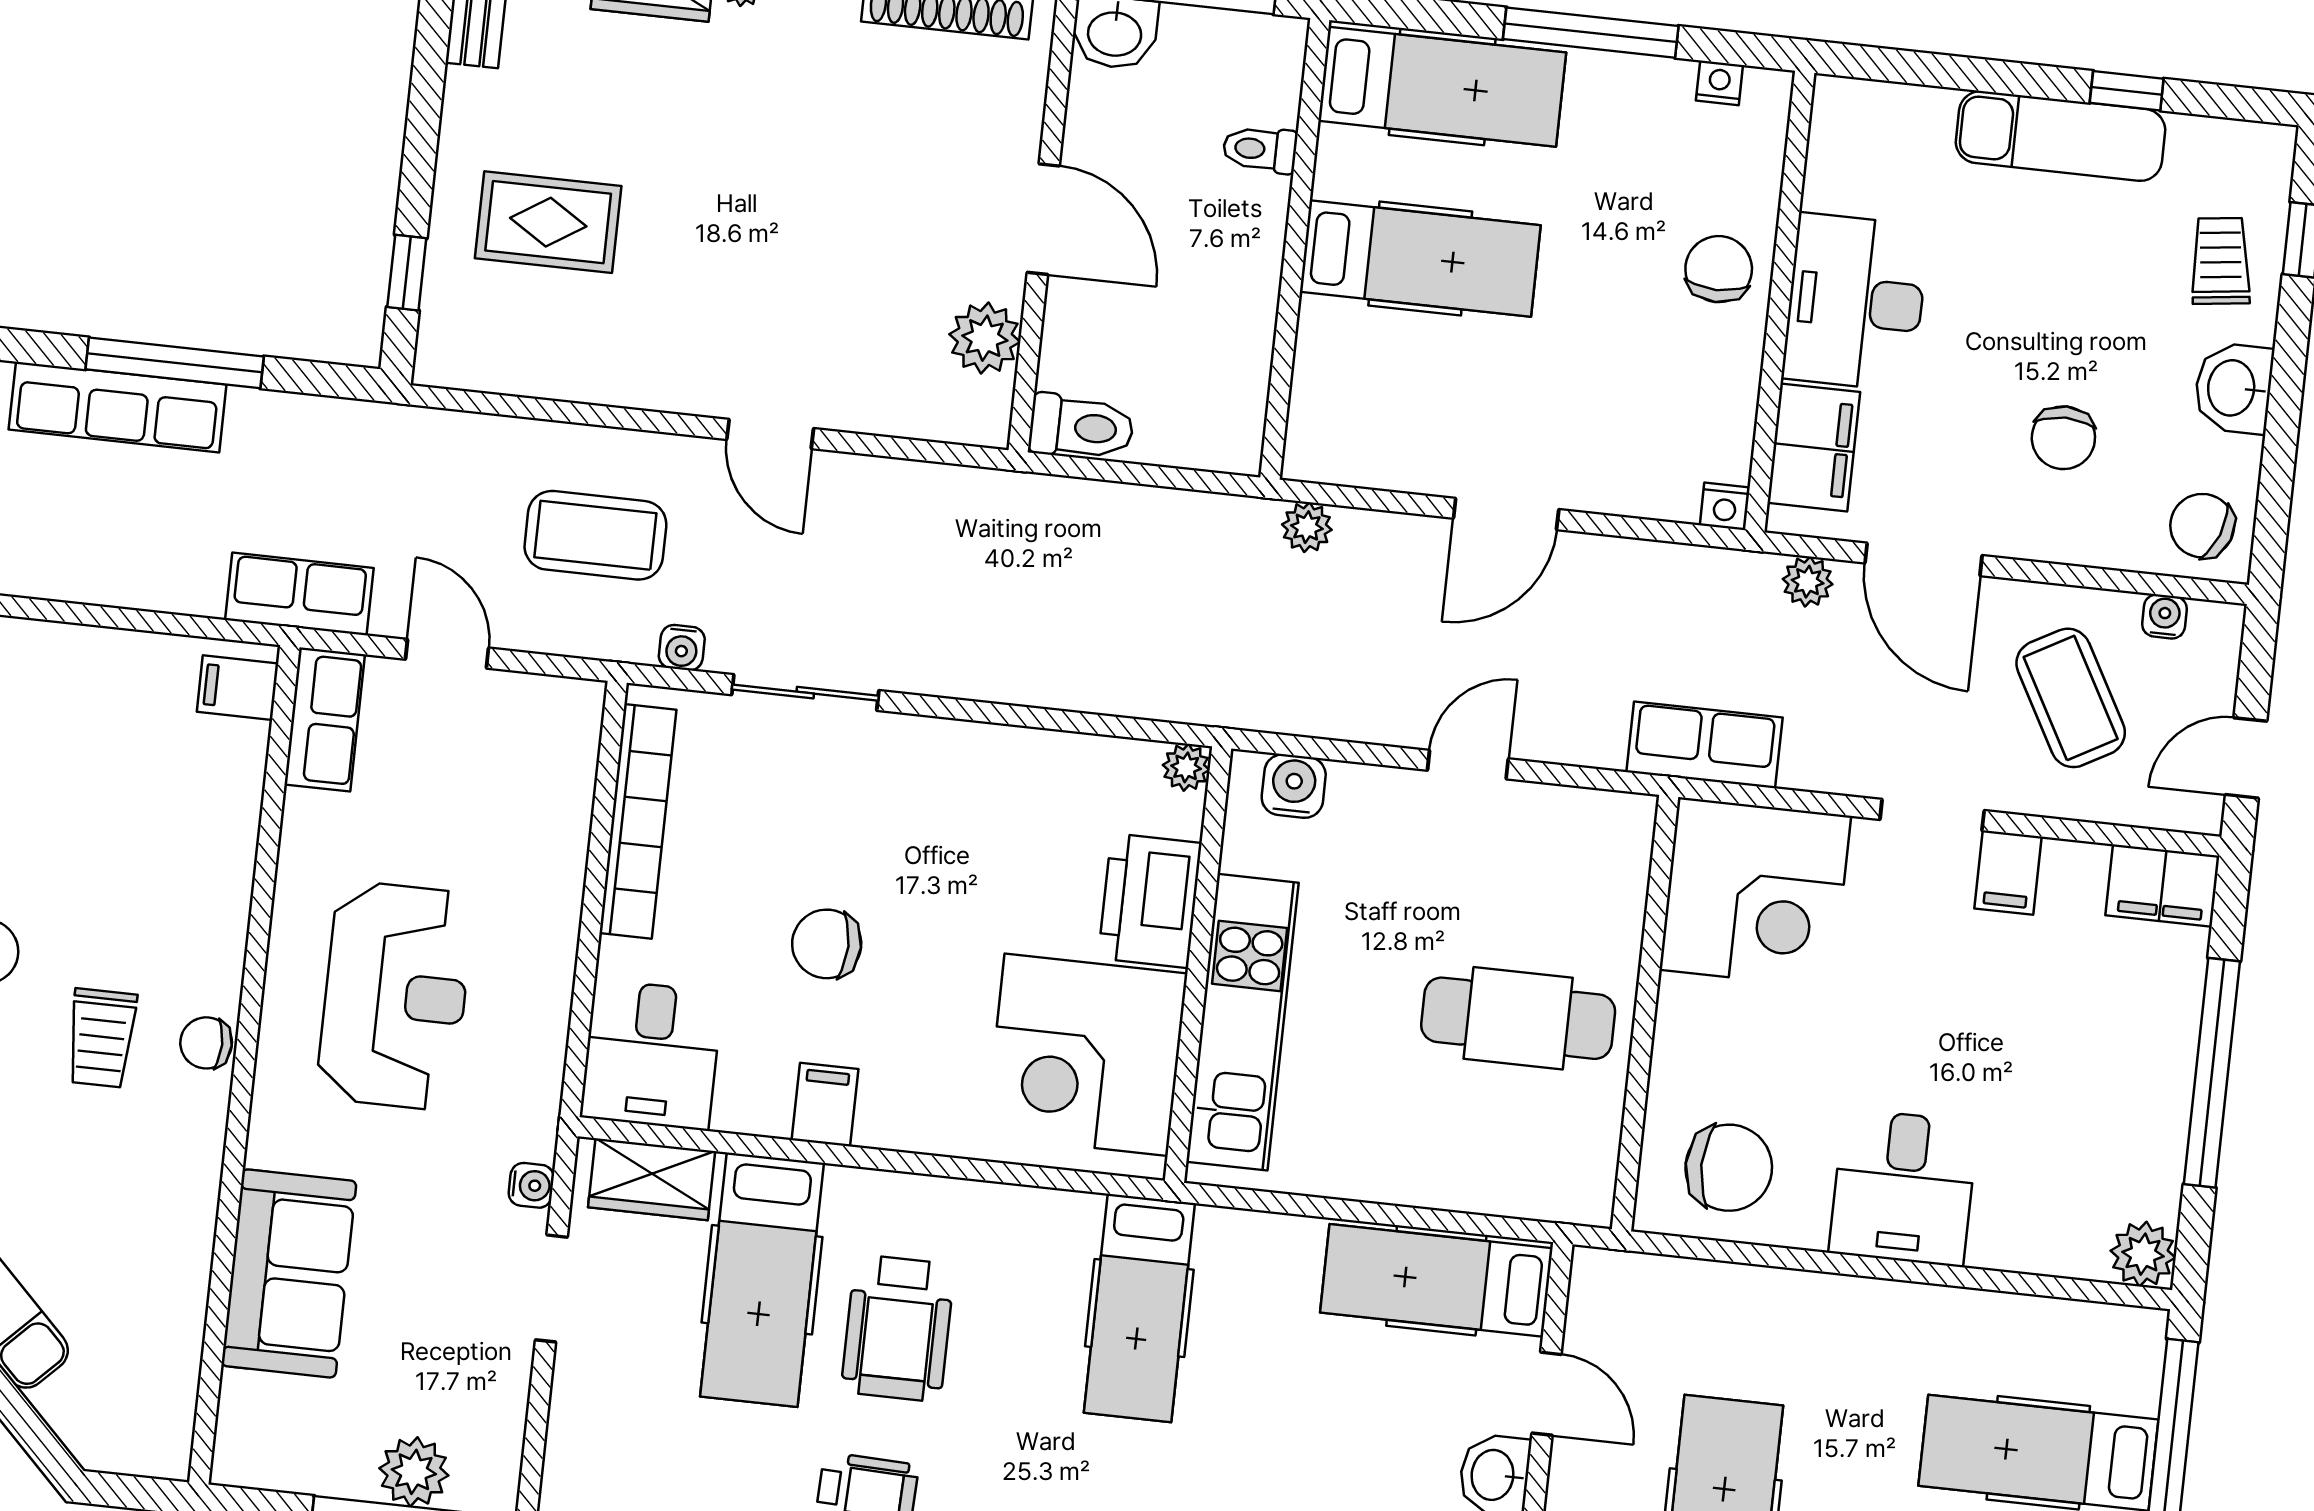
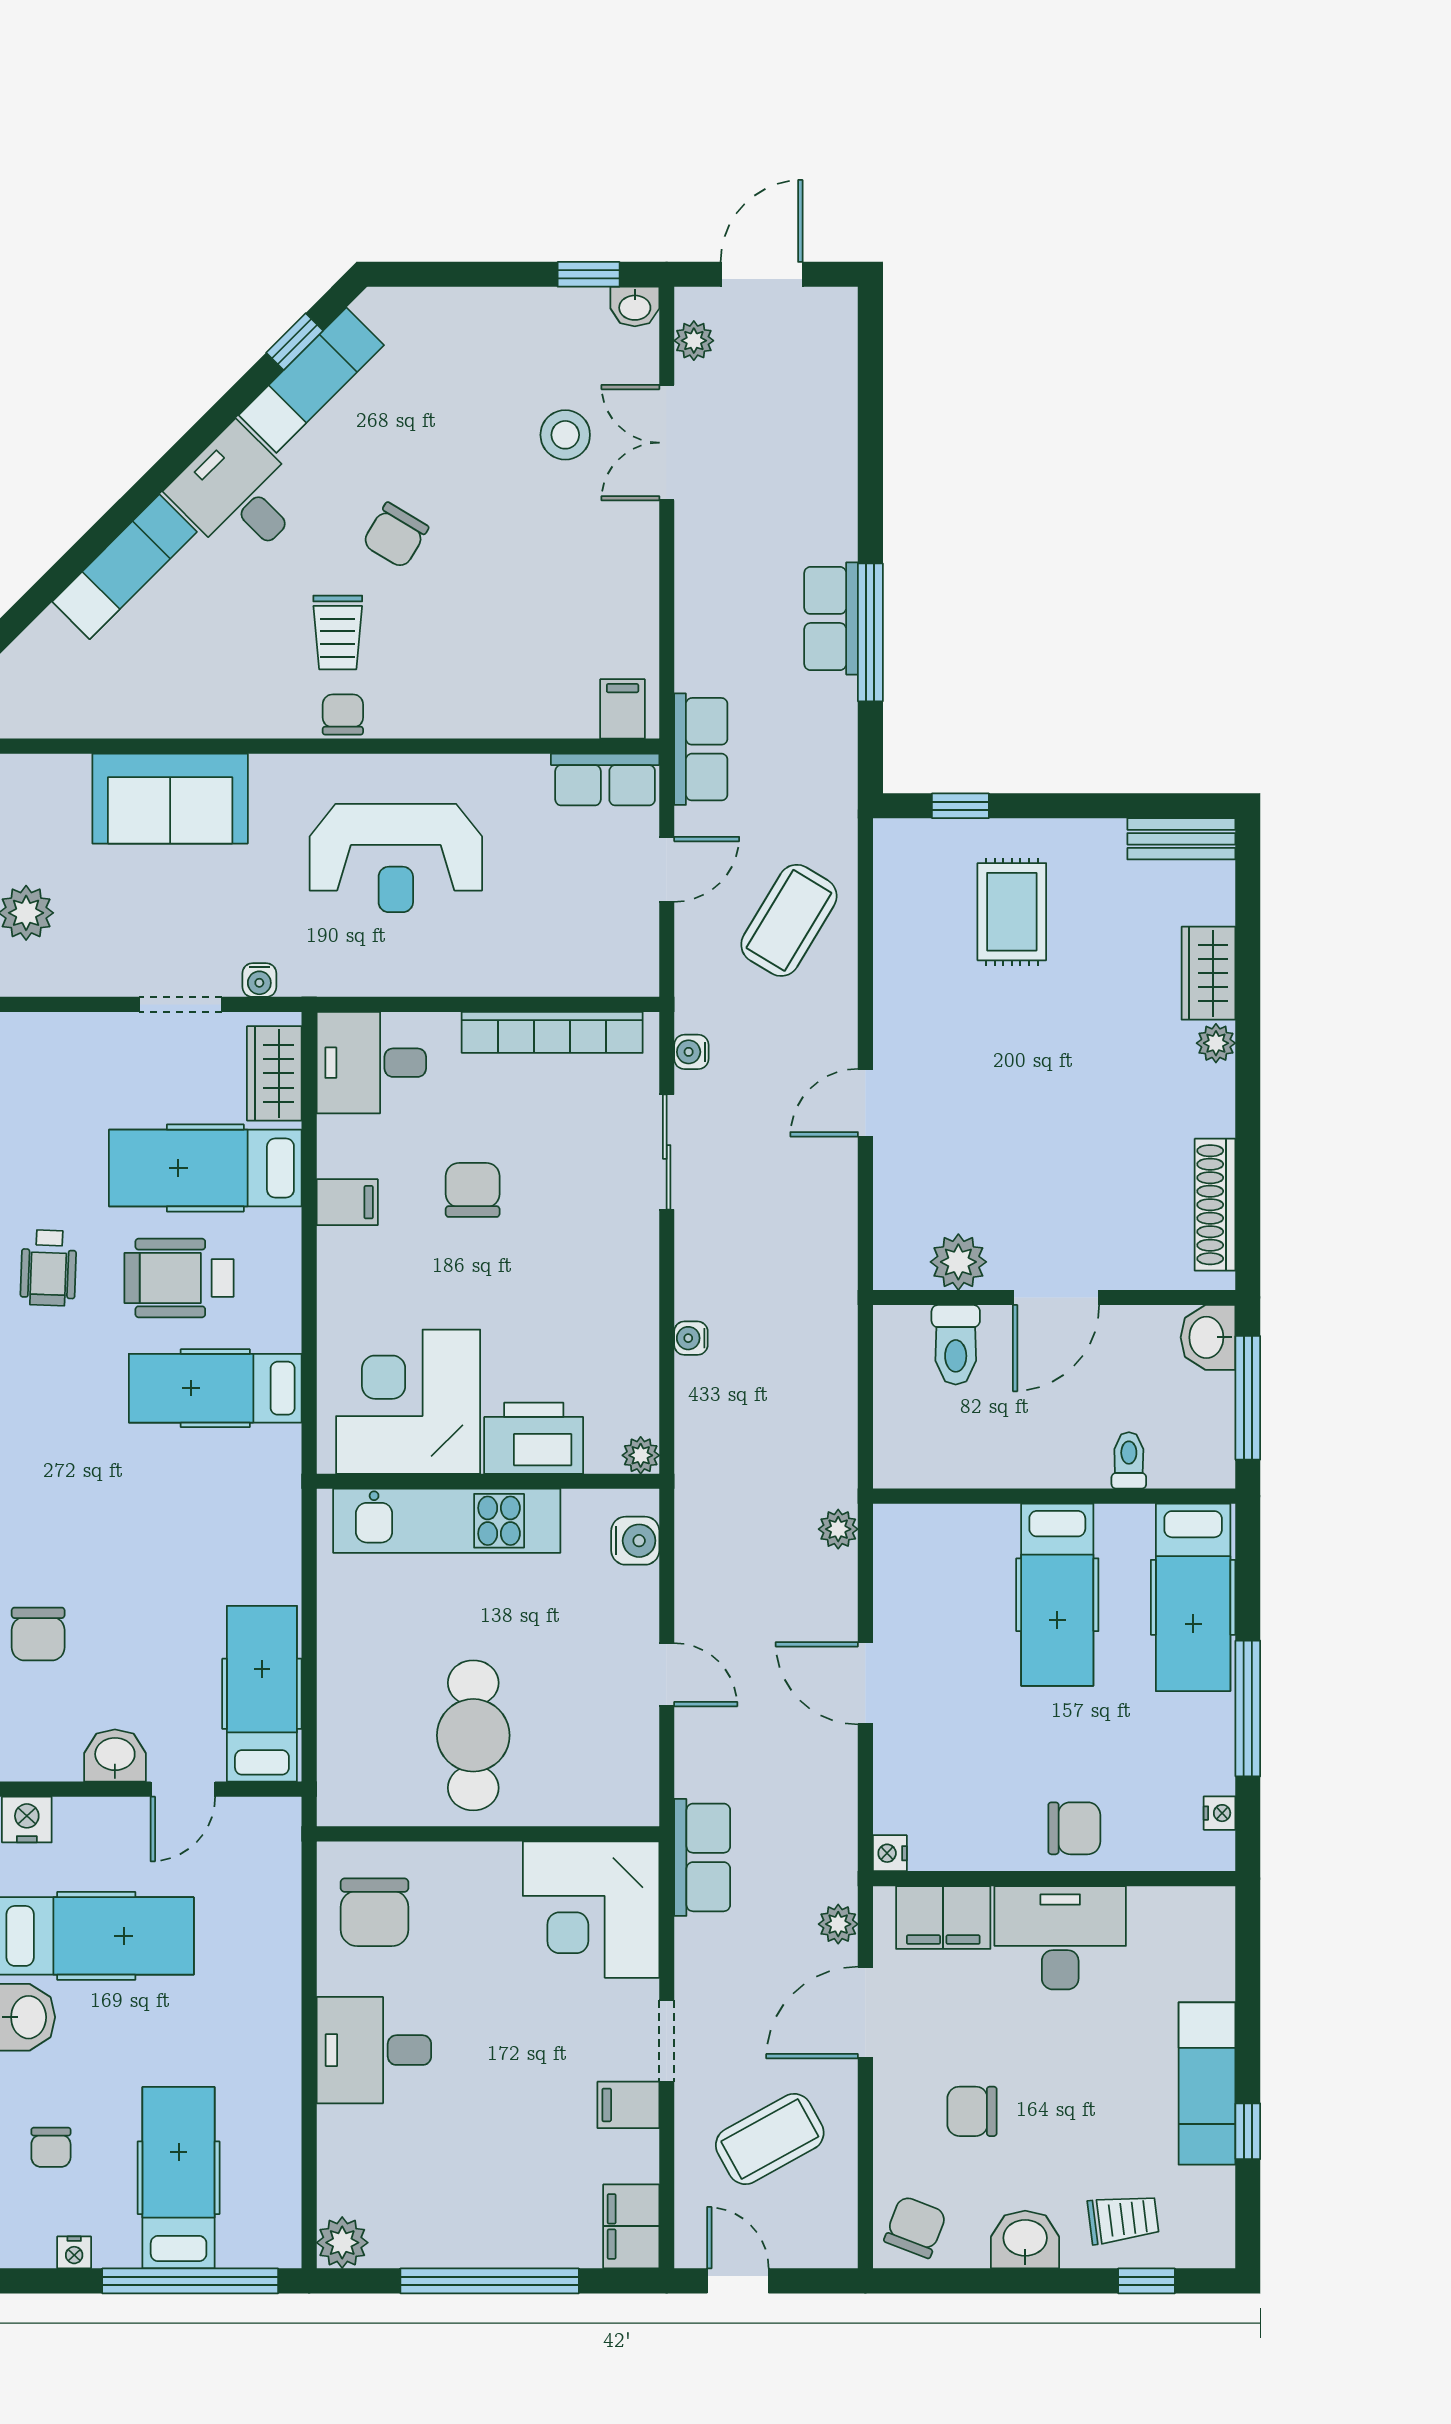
row of seats: (118, 407) -> (831, 618), width x0.68
toilet: (1081, 427) -> (956, 1345), moved
coffee table: (595, 535) -> (789, 920), moved, turned 31
water cooler: (2164, 616) -> (691, 1338), moved, turned 180
trolley: (101, 1038) -> (338, 633), turned -90
hospital bed: (1139, 1308) -> (215, 1388), moved

